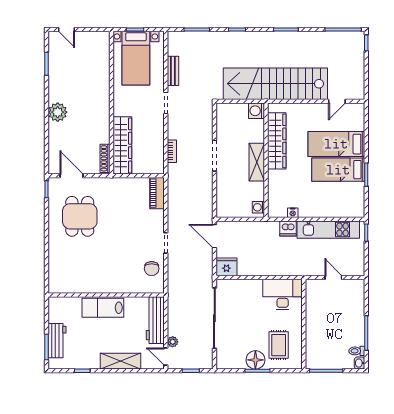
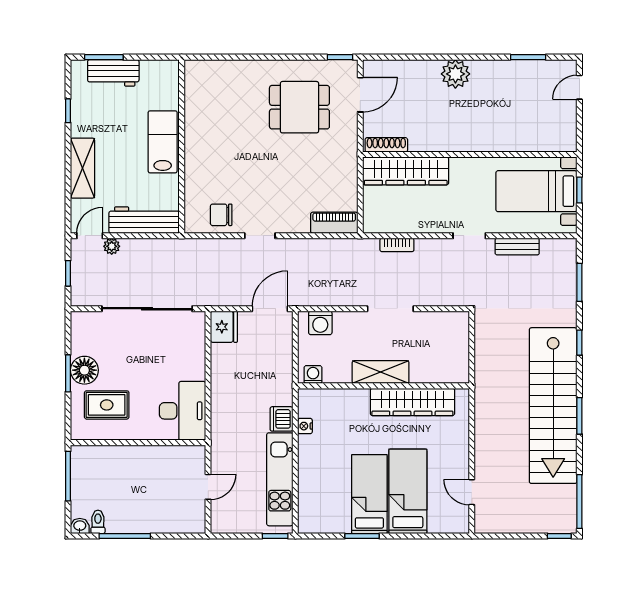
stairs: (275, 84) -> (553, 406), moved, turned 180
washing machine: (256, 111) -> (320, 323), moved, turned 180

